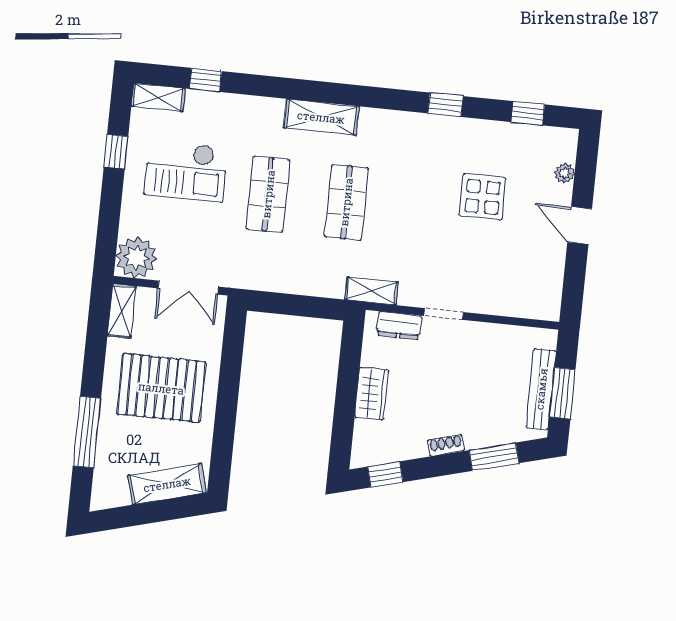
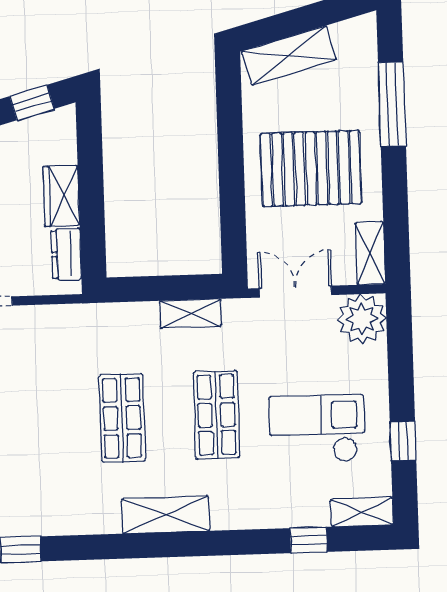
shelving: (371, 291) -> (190, 314), moved
dresser: (399, 325) -> (66, 254), moved, turned -90

